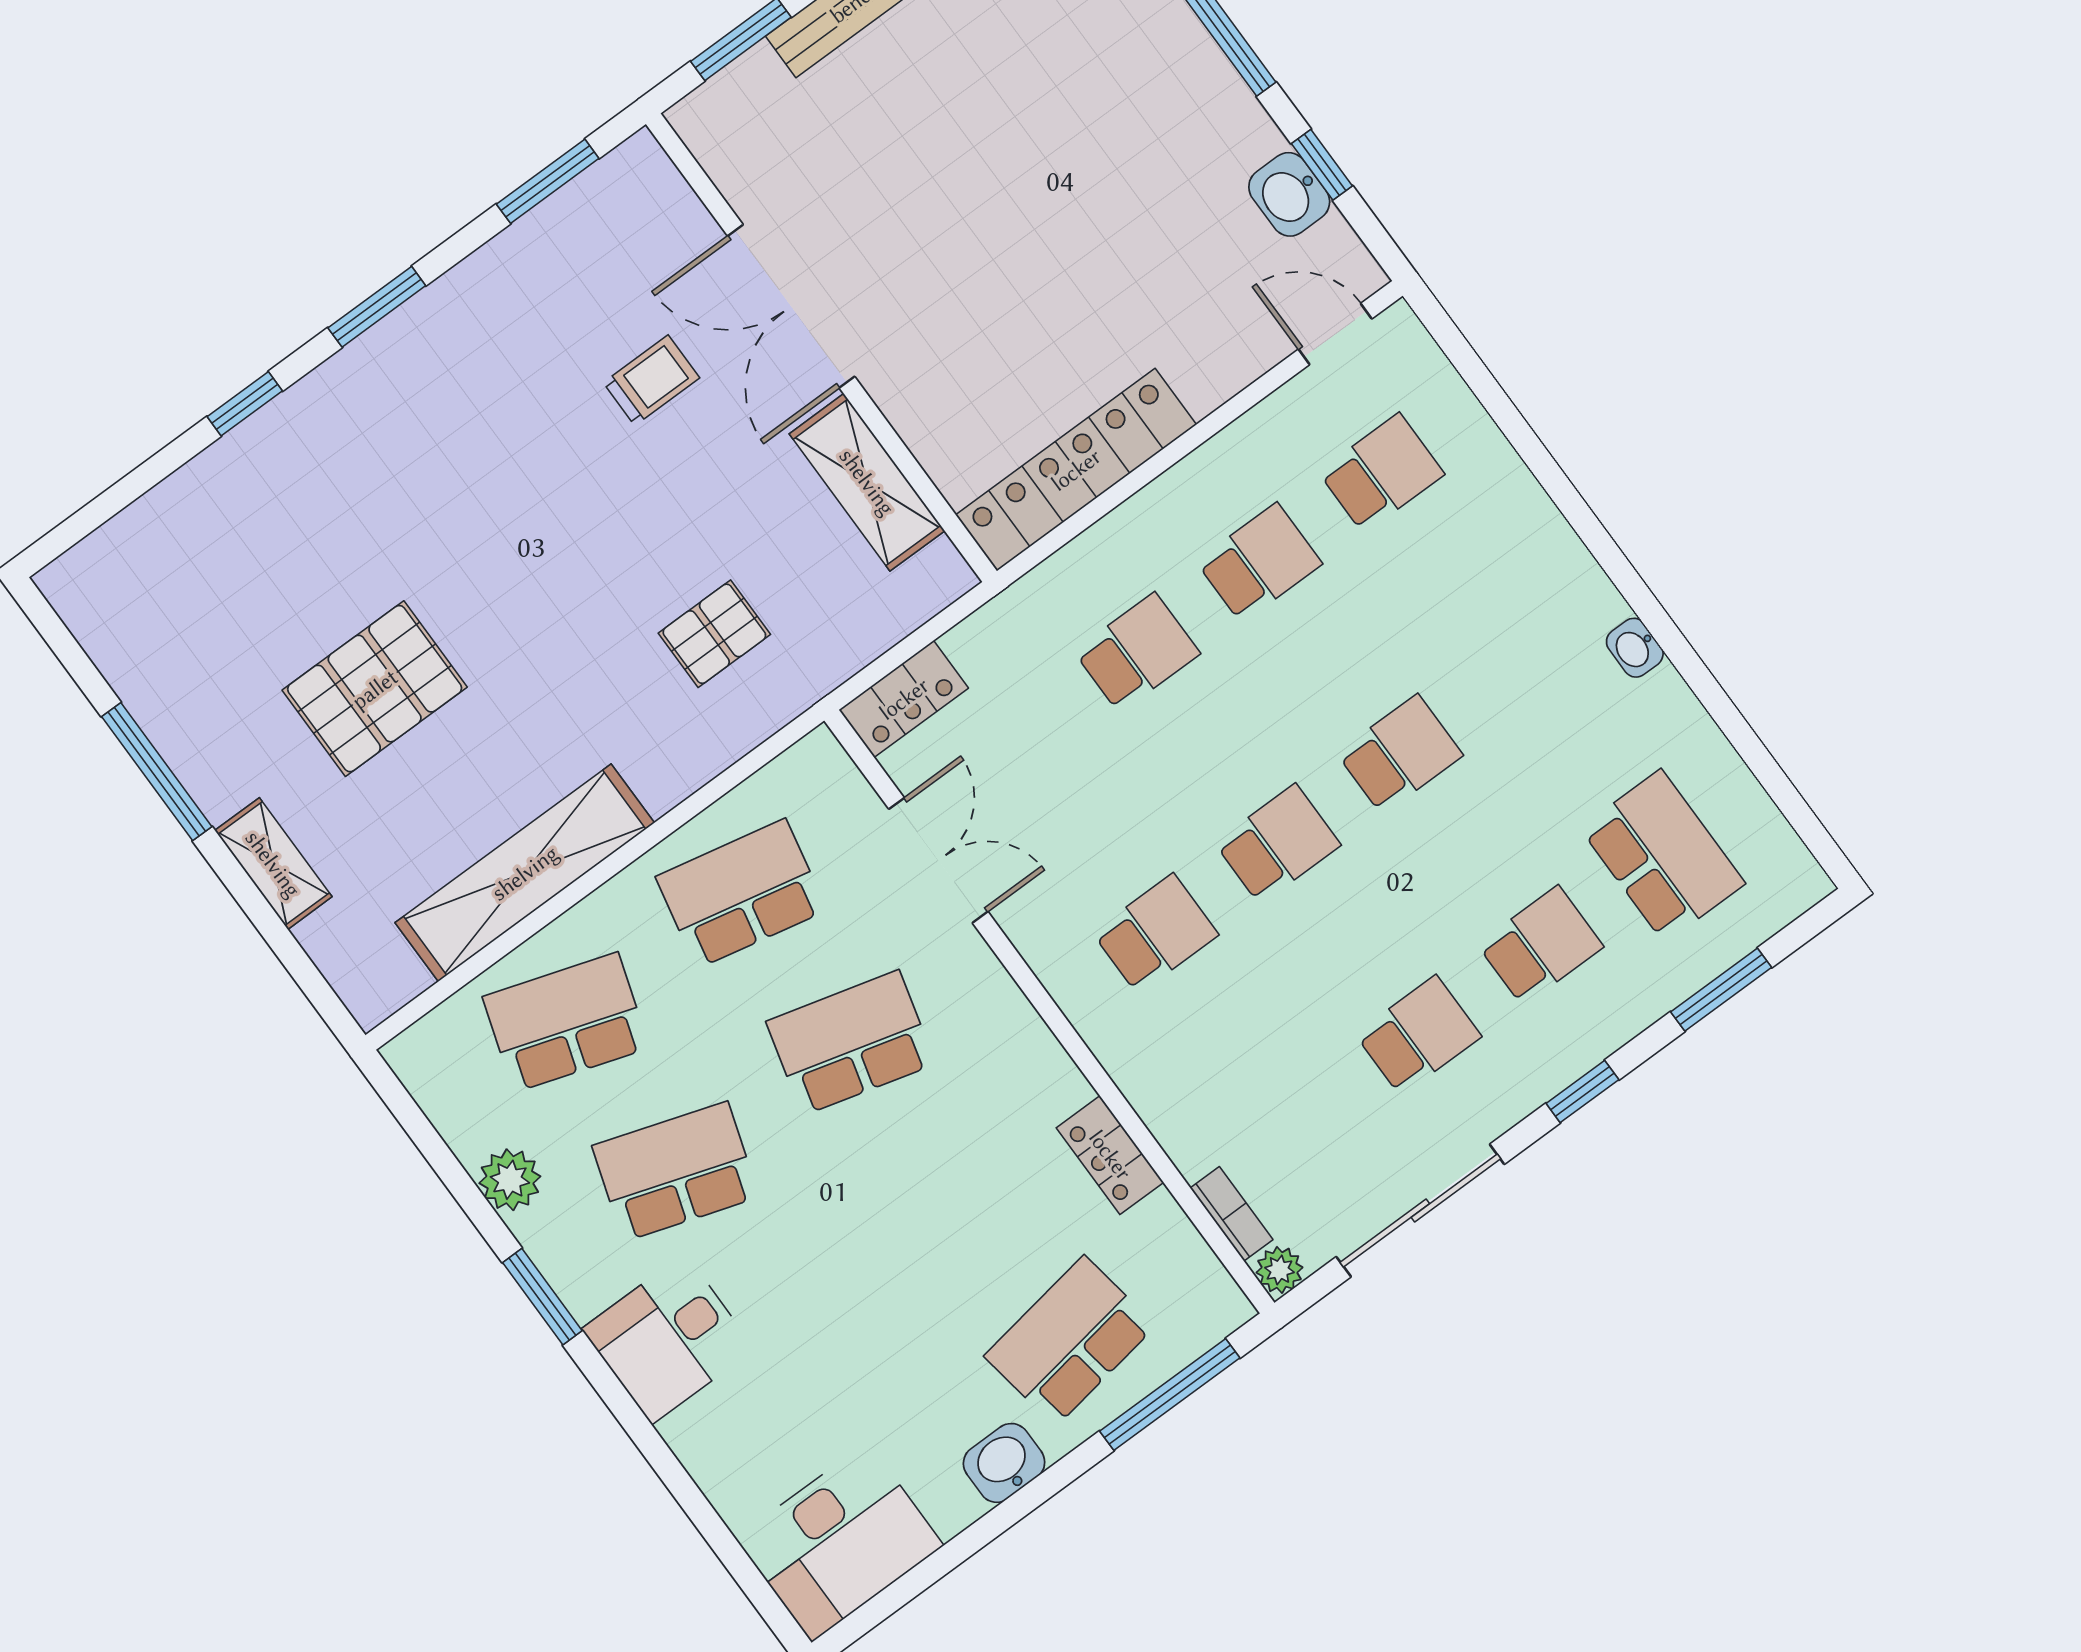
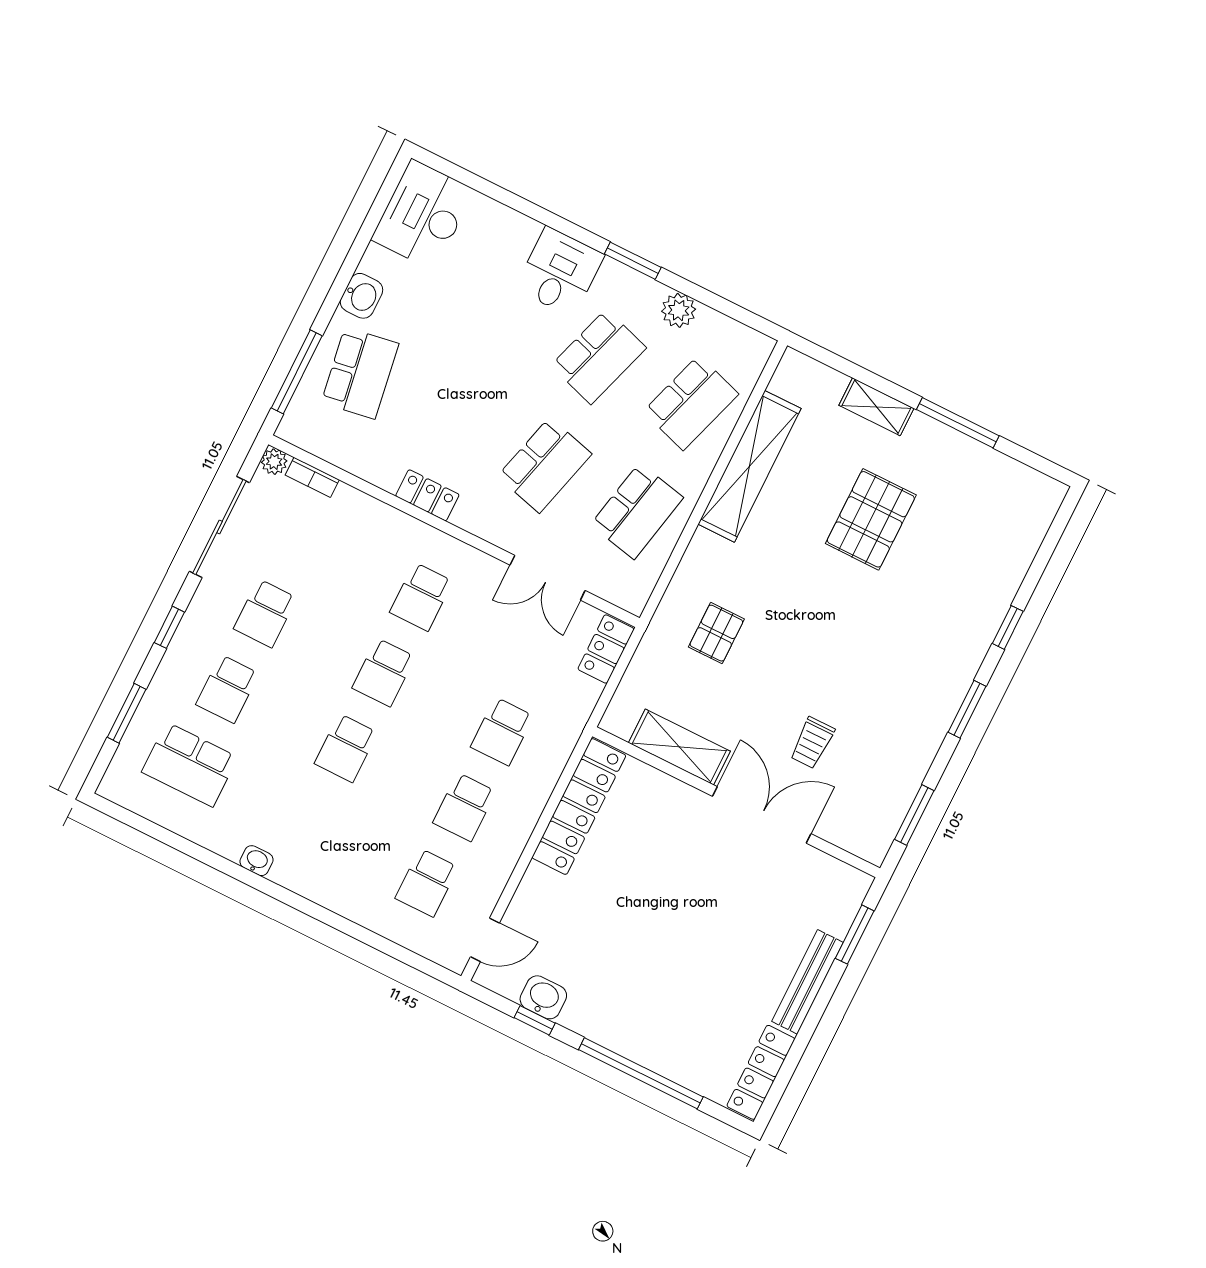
locker: (1110, 1155) -> (427, 495), moved

